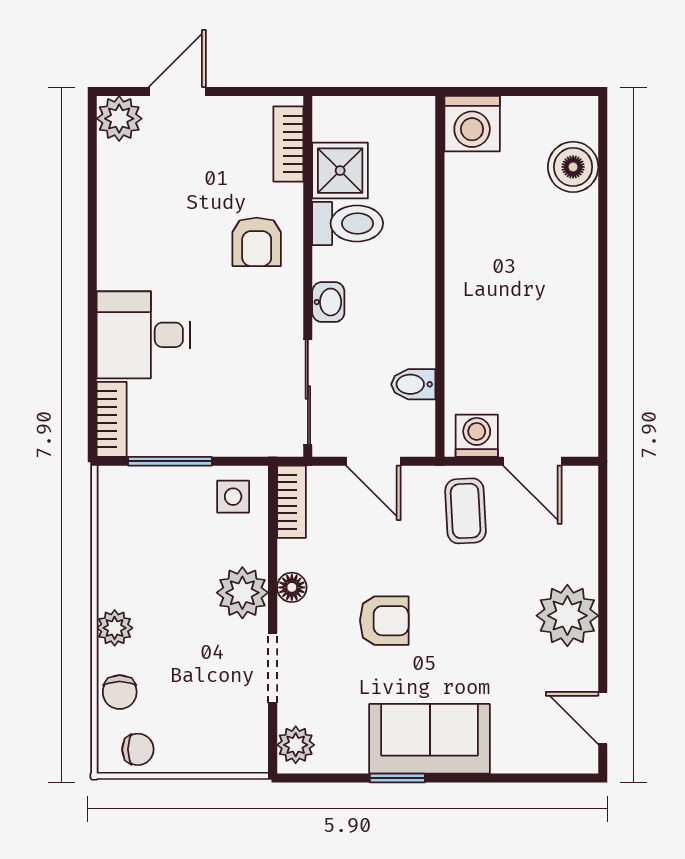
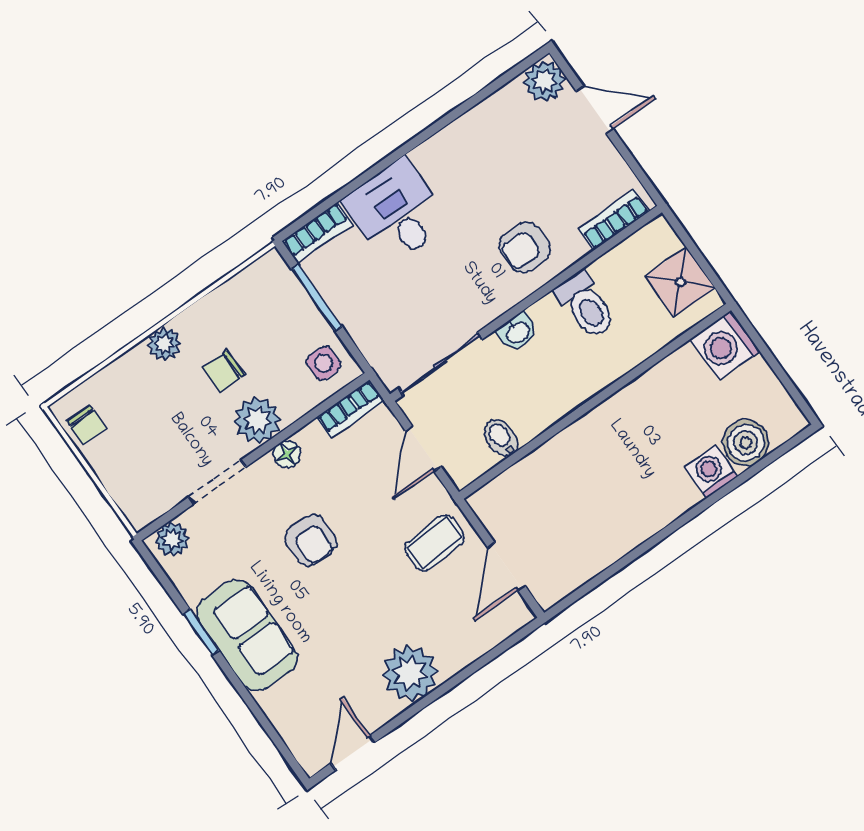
shower: (340, 171) -> (680, 282), moved
washing machine: (477, 436) -> (711, 472), moved, turned -90
chair: (120, 692) -> (224, 371), moved

